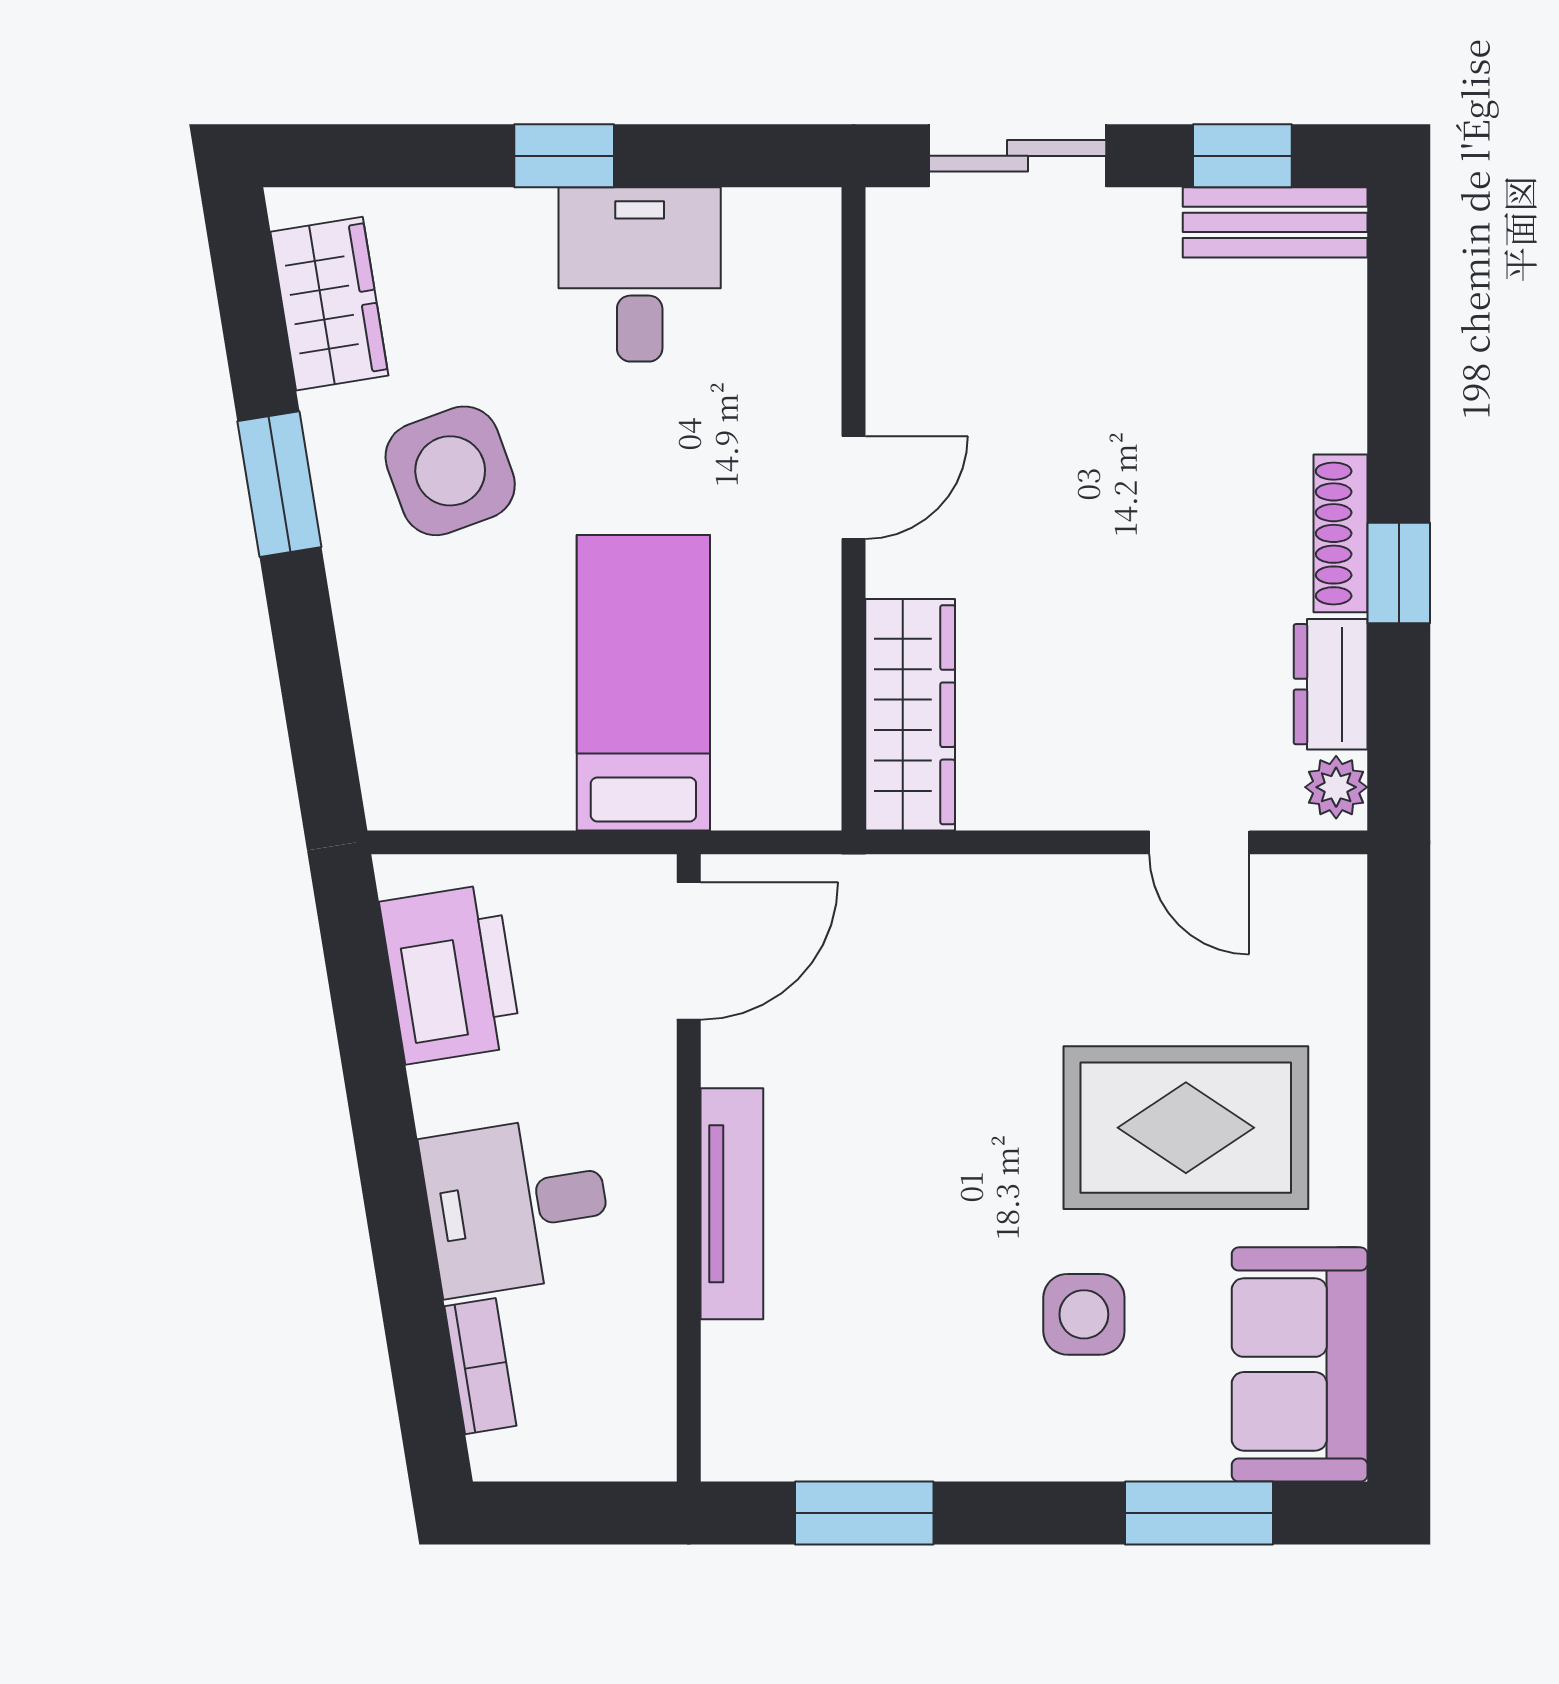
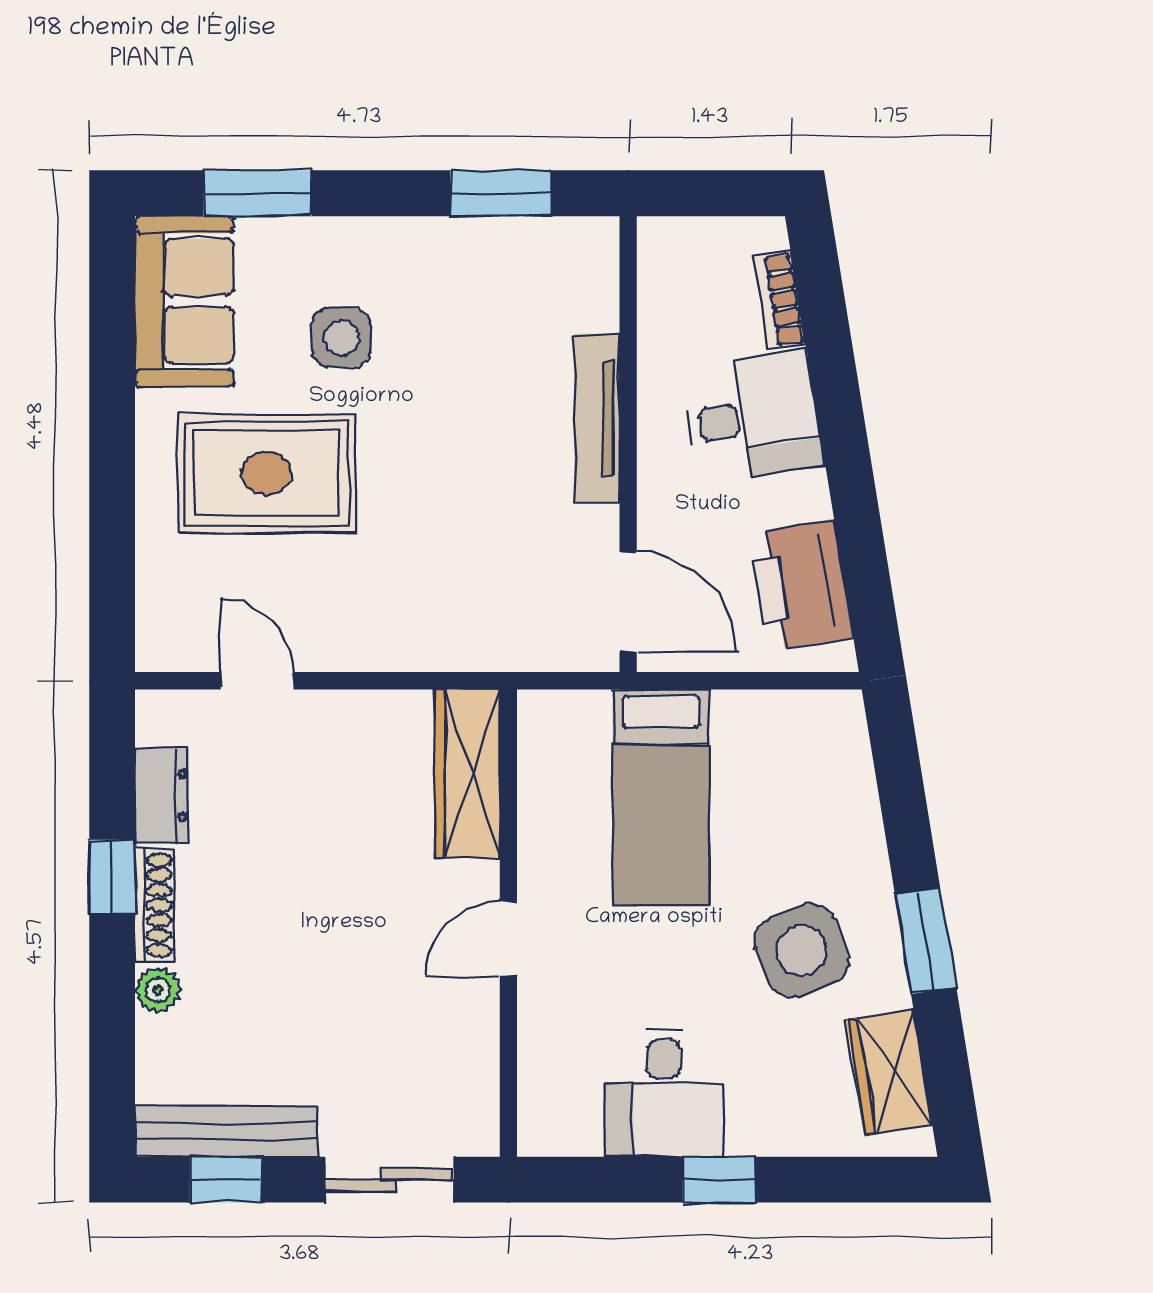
bench: (1275, 222) -> (226, 1131), width x1.36
plant: (1336, 787) -> (158, 990), moved
door: (689, 951) -> (628, 602), swing flipped

